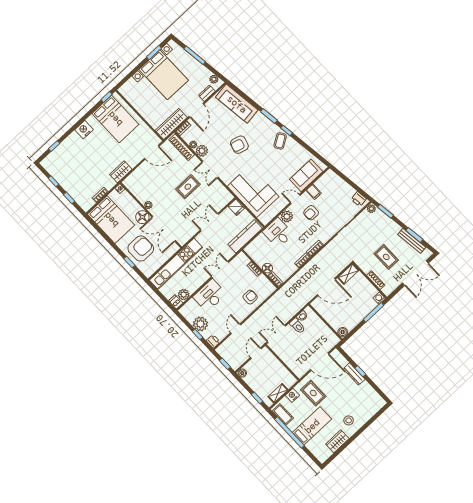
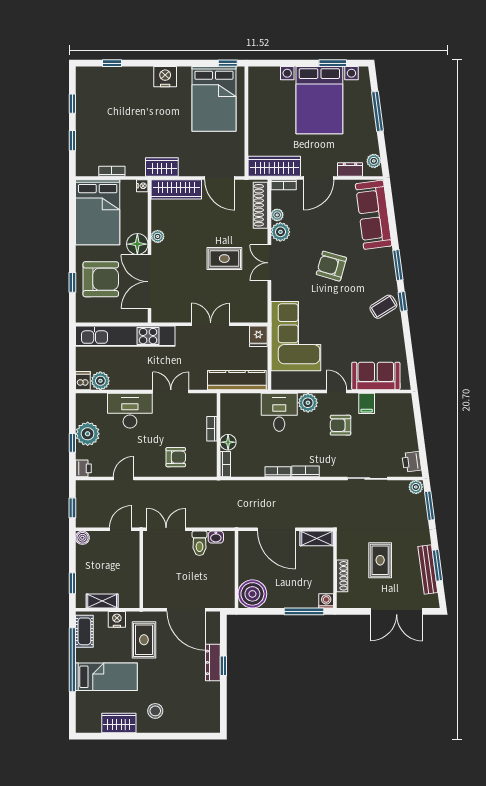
wardrobe: (137, 176) -> (176, 189), added
boiler: (343, 332) -> (252, 594), width x1.86, depth x1.86

